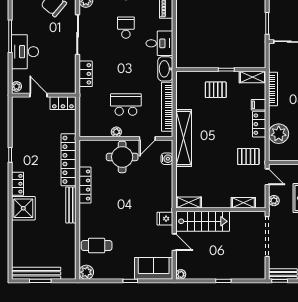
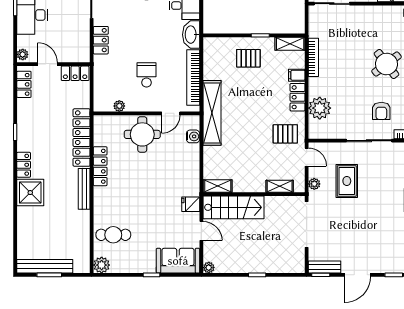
school desk: (126, 104) -> (147, 75), width x0.54
locker: (18, 113) -> (24, 84), added
plant: (116, 132) -> (119, 106), moved

